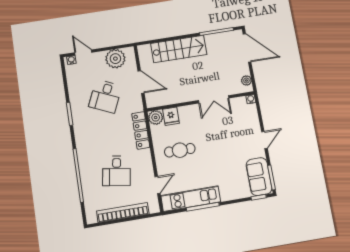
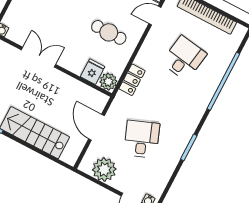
desk: (105, 96) -> (142, 139), turned -45
locker: (141, 130) -> (132, 80), width x0.66

